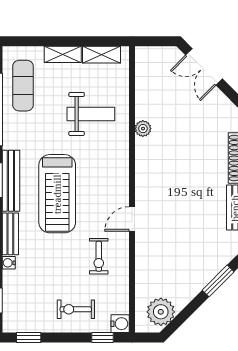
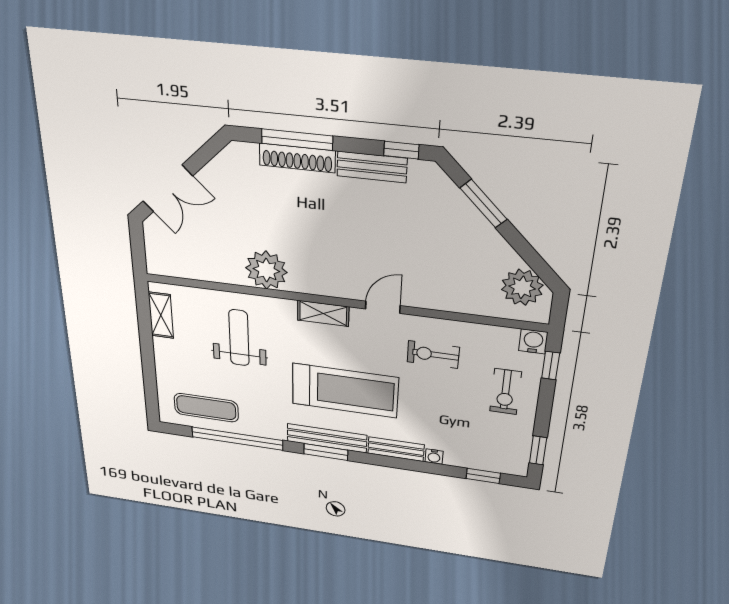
shelving: (63, 54) -> (323, 313), moved, turned 90
plant: (143, 129) -> (266, 270), width x1.88, depth x1.88
door: (132, 219) -> (383, 307), swing flipped
exercise bike: (99, 256) -> (433, 354), turned 180

